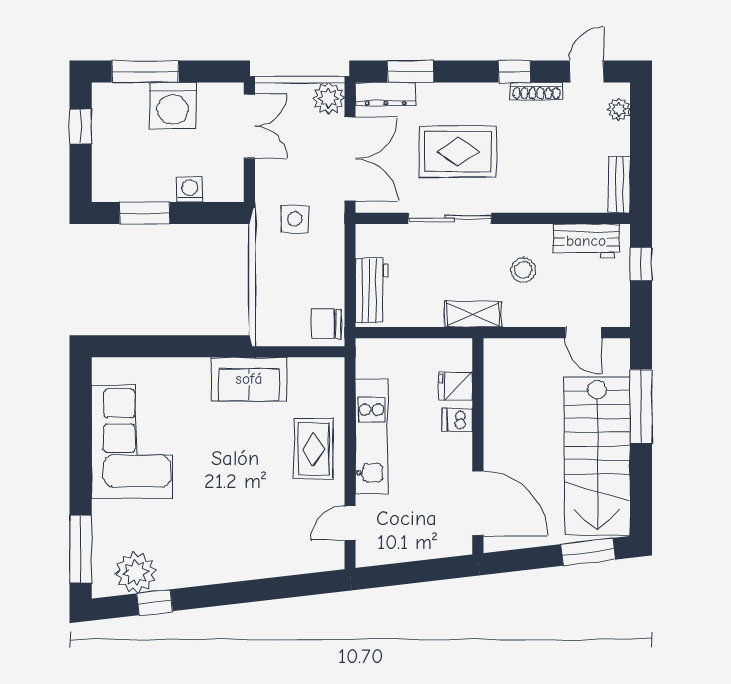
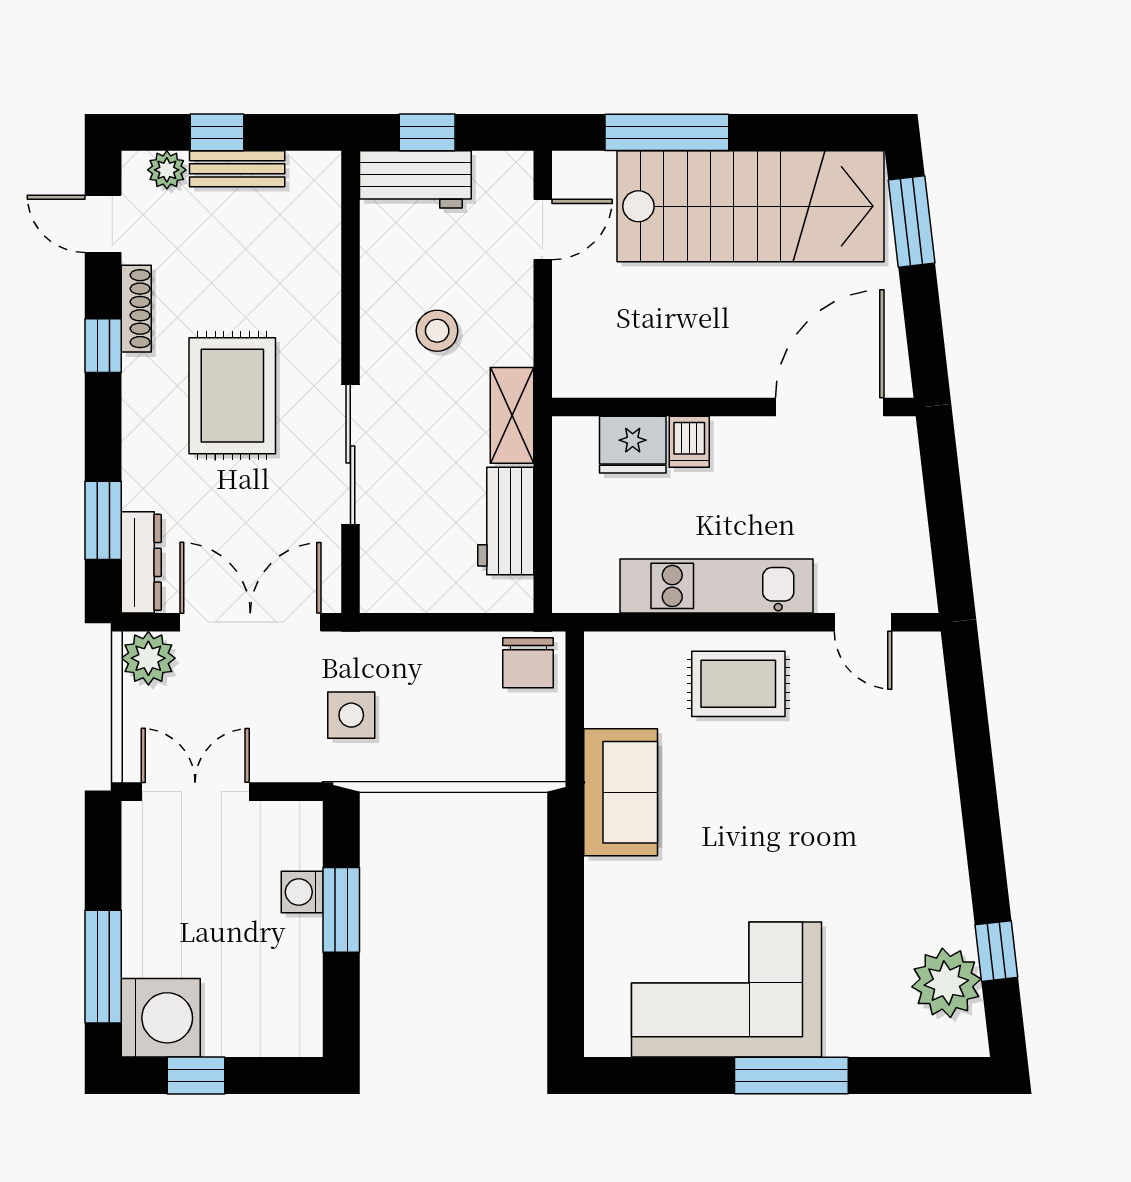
washing machine: (173, 106) -> (161, 1018), moved
window: (641, 139) -> (217, 132), added
rug: (458, 152) -> (232, 396), moved
bench: (619, 185) -> (237, 169), moved
window: (145, 213) -> (341, 910), moved
workbench: (586, 241) -> (415, 179), moved, turned 90
workbench: (372, 291) -> (506, 521), moved, turned -90
fridge: (455, 386) -> (633, 445), width x1.38
window: (81, 549) -> (791, 1076), moved

